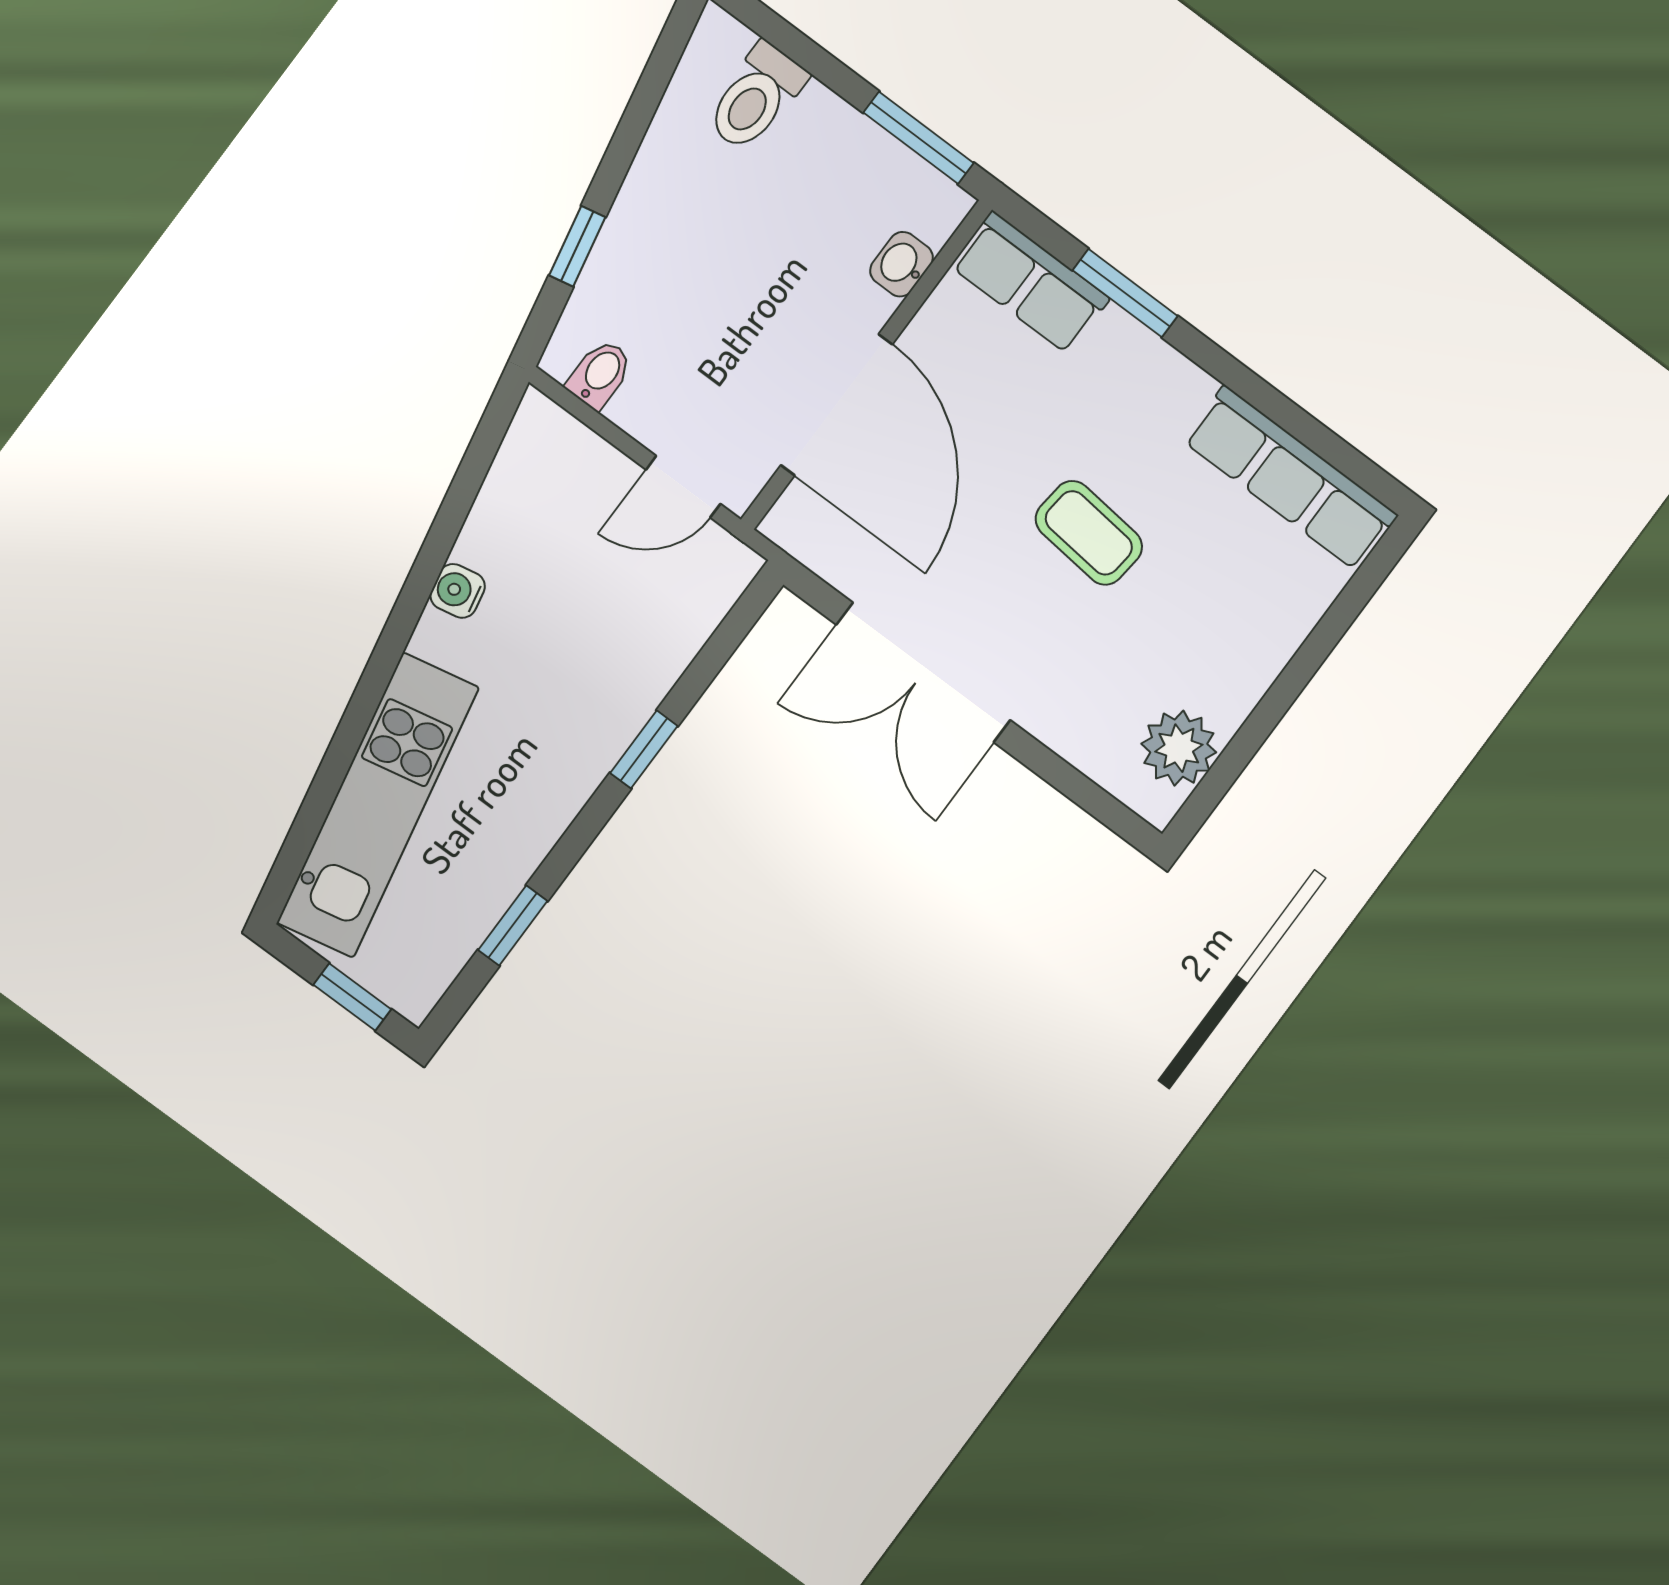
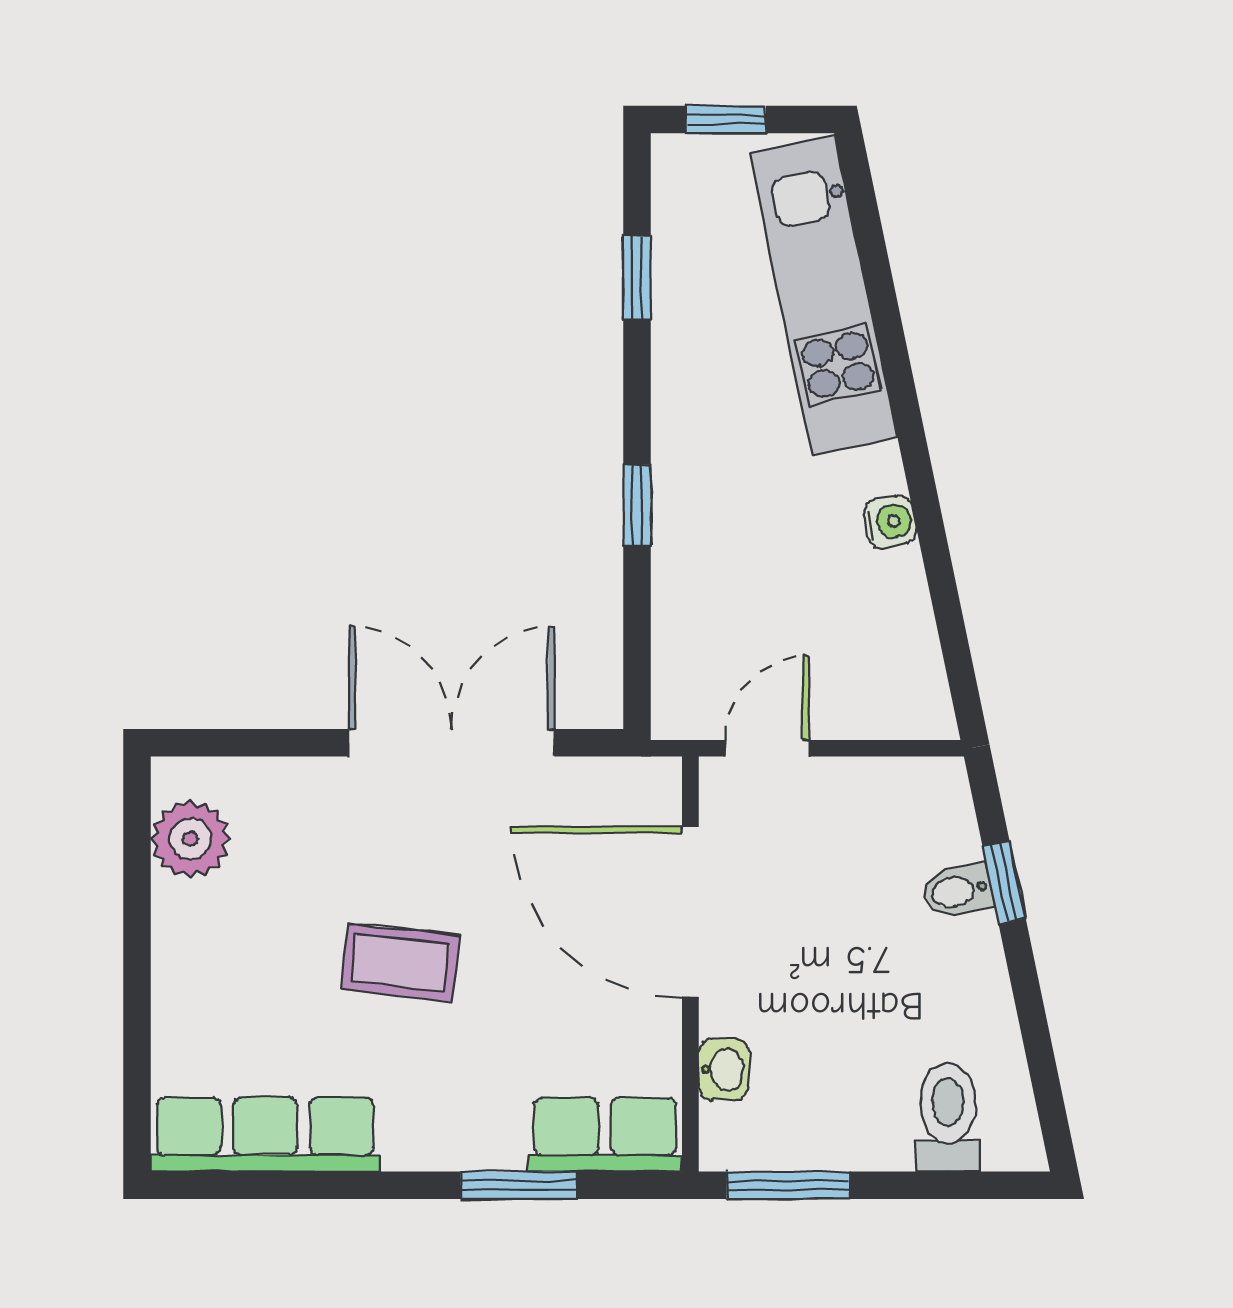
bidet: (600, 374) -> (958, 891), moved, turned 78

